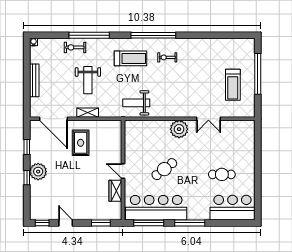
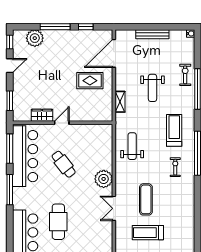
treadmill: (130, 58) -> (174, 130), turned 180
weight bench: (88, 80) -> (152, 88), turned -90
exercise mat: (200, 87) -> (146, 199), added
weight bench: (136, 103) -> (132, 146), moved
shelving: (88, 113) -> (120, 102), moved
plant: (38, 172) -> (35, 38), moved
cafe table: (222, 174) -> (58, 222), width x1.37, depth x1.35
window: (27, 178) -> (55, 27), width x2.17

